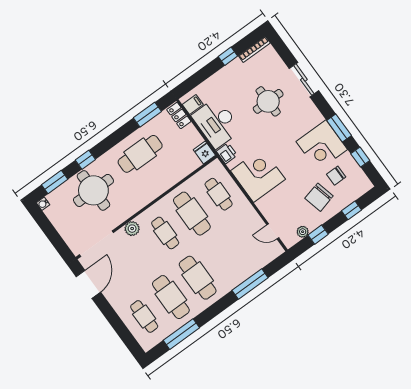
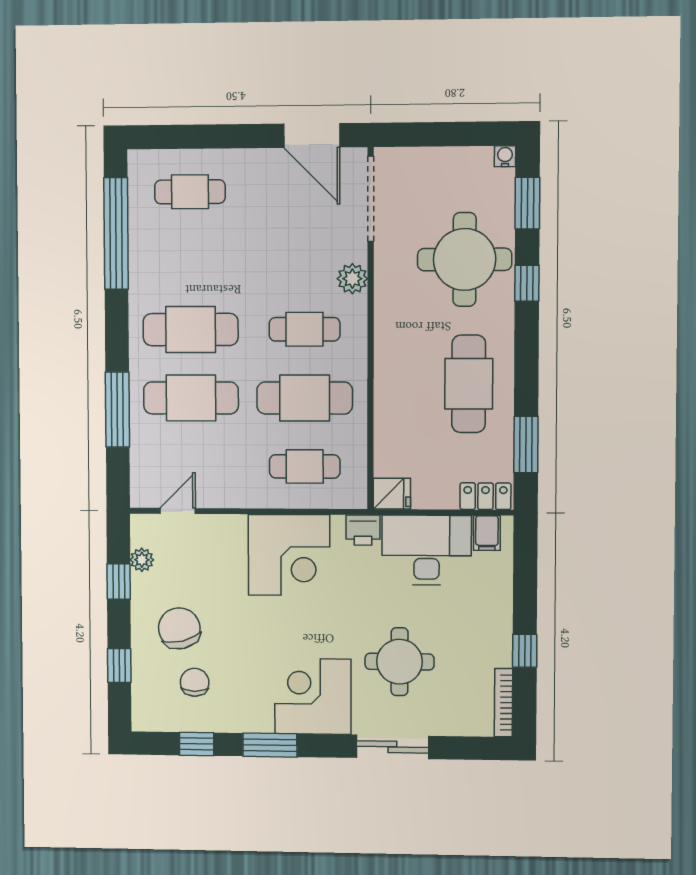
corner desk: (322, 145) -> (313, 696), moved
cafe table: (171, 297) -> (191, 398), moved
window: (181, 334) -> (116, 234), width x1.46

